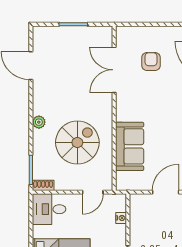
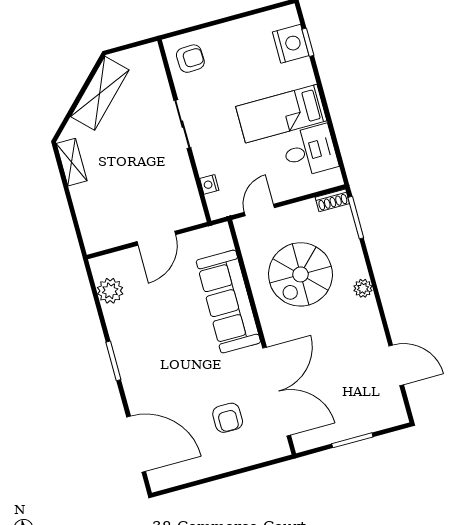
double door: (114, 70) -> (277, 392), width x1.36
sofa: (130, 146) -> (228, 302), width x1.36
desk: (49, 209) -> (310, 151), moved

